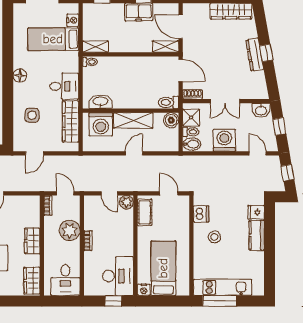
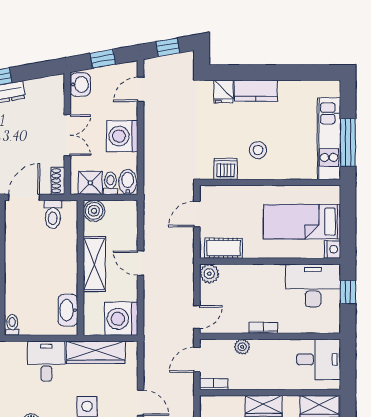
toilet: (169, 102) -> (53, 214), moved
washing machine: (101, 124) -> (121, 319), moved, turned 180
door: (109, 193) -> (197, 317), moved
plant: (70, 230) -> (242, 347), width x0.53, depth x0.53

